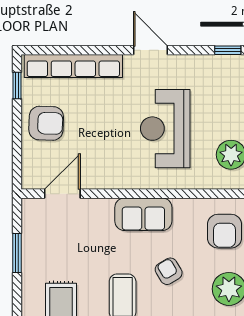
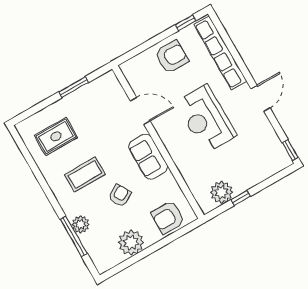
armchair: (46, 123) -> (172, 57), turned -92
reception desk: (165, 129) -> (206, 119), moved, turned -90
door: (62, 194) -> (140, 111), moved

